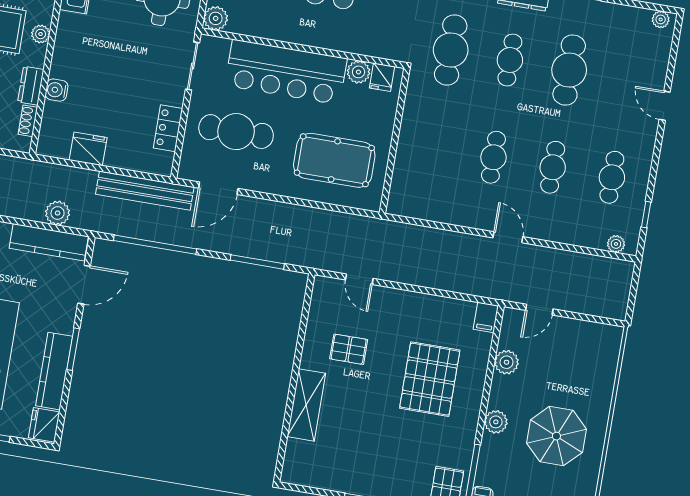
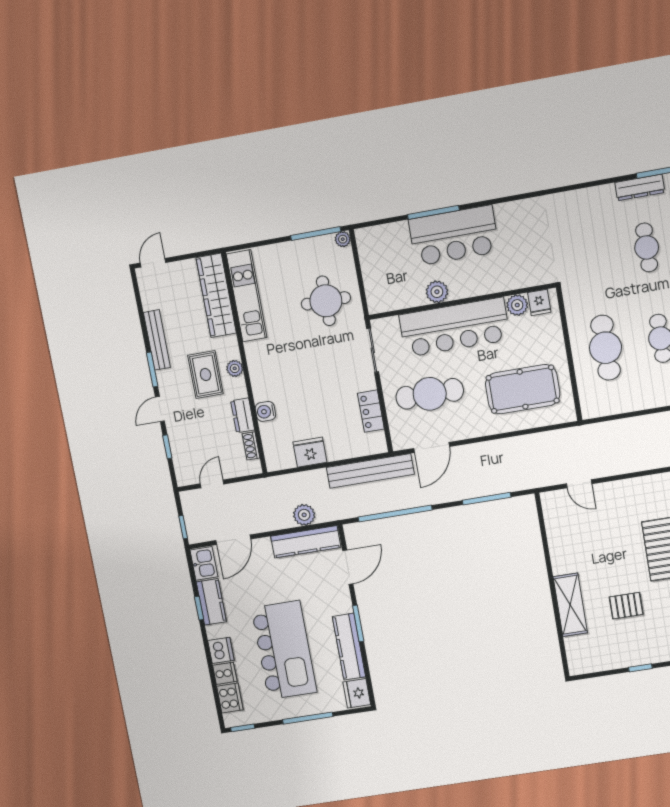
plant: (216, 18) -> (437, 292), moved
cafe table: (451, 50) -> (606, 348), moved
pallet: (349, 349) -> (626, 606), moved

